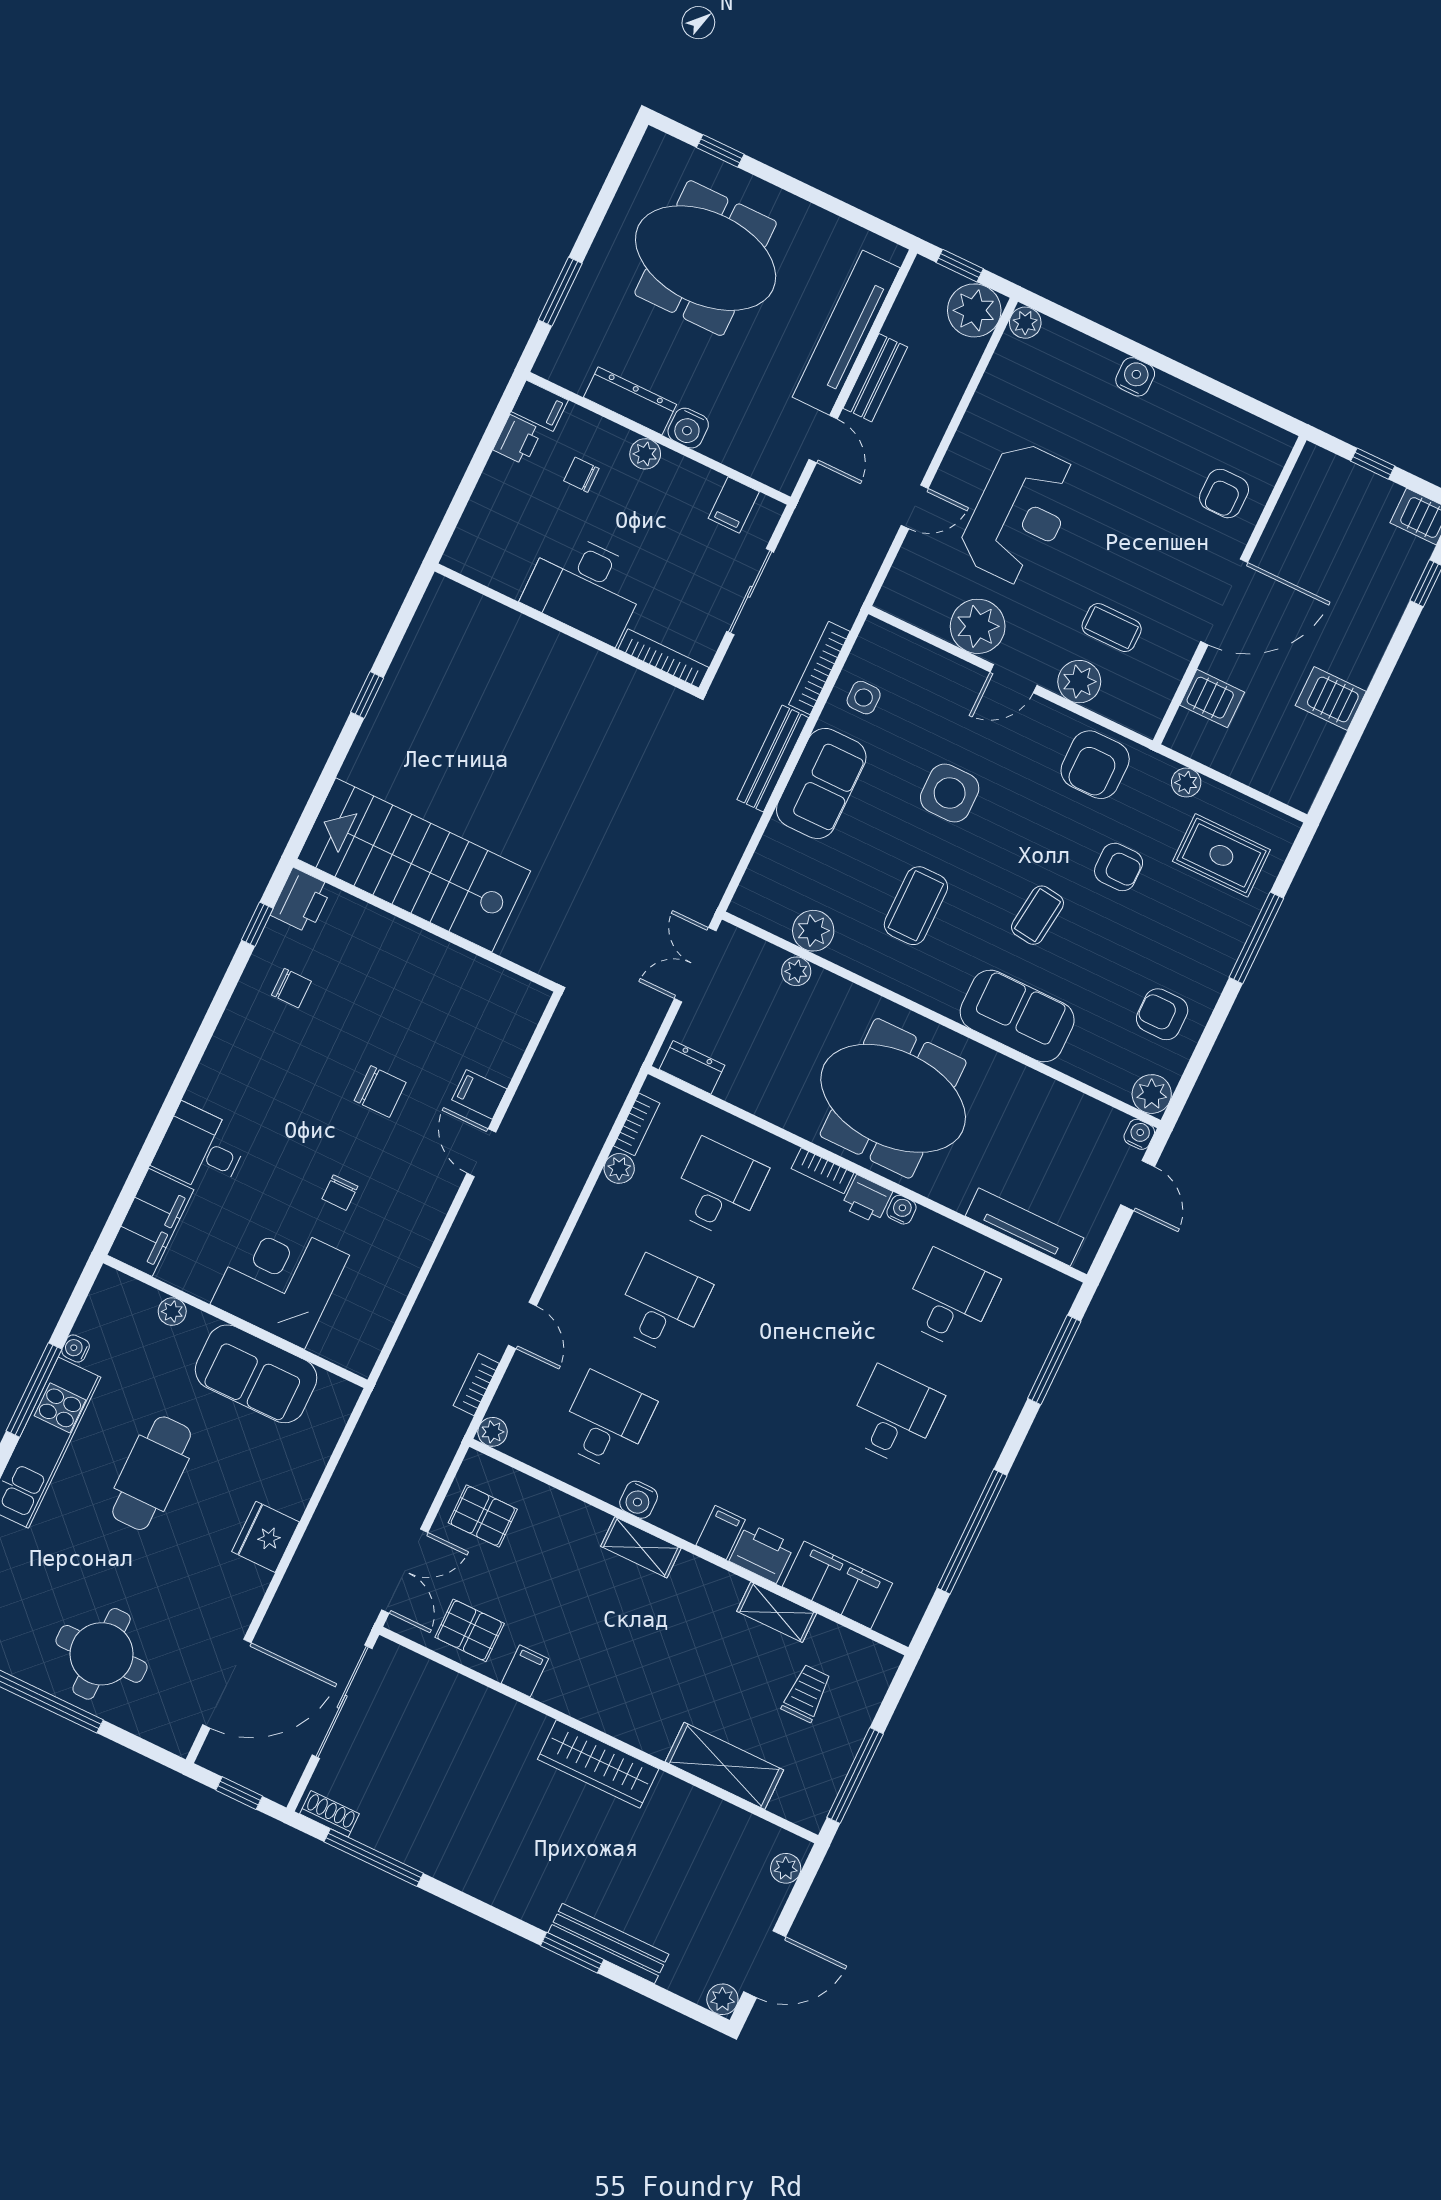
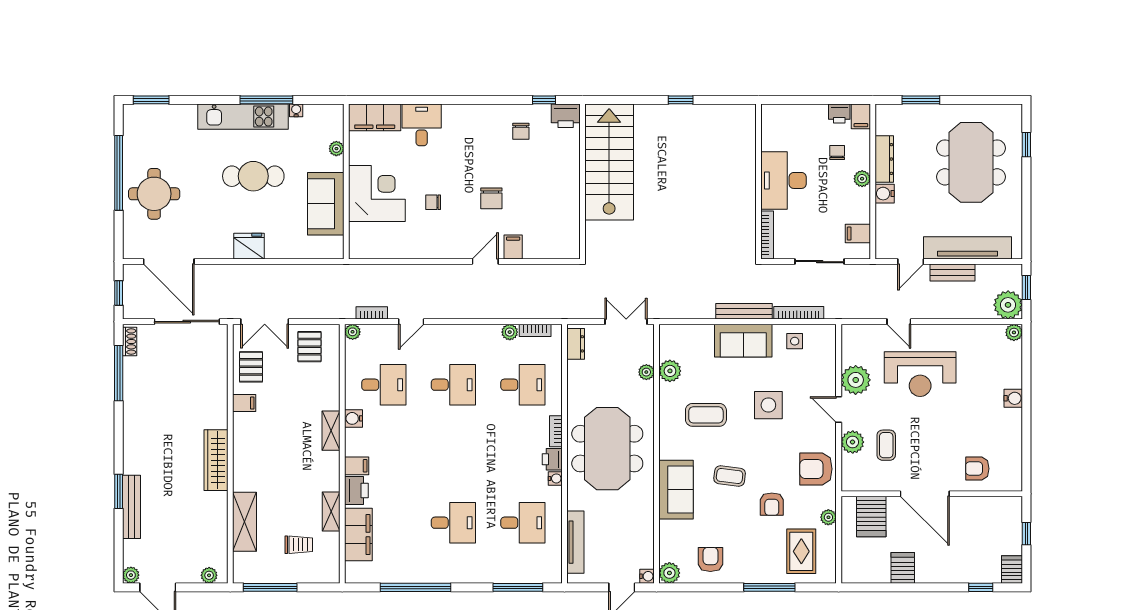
server rack: (1212, 699) -> (871, 517), width x1.36, depth x1.44

